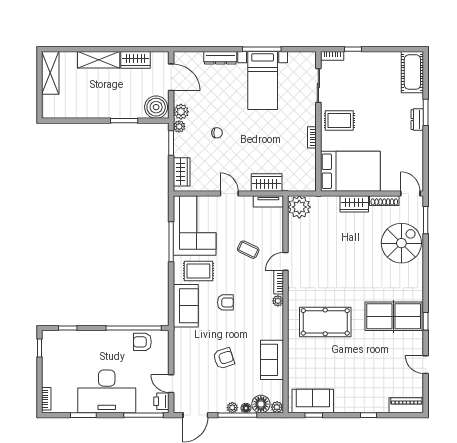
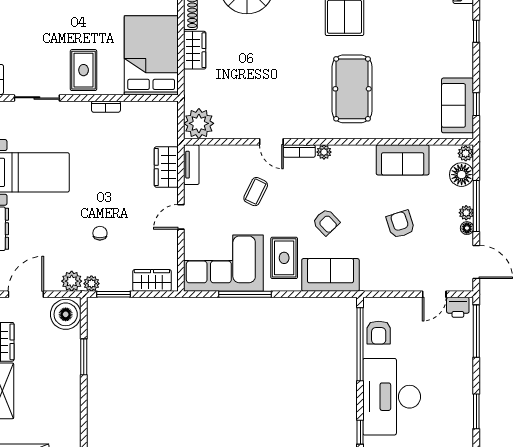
armchair: (225, 302) -> (326, 222), turned 136
desk: (107, 391) -> (392, 397), moved, turned 180
floor lamp: (246, 408) -> (467, 228), moved

